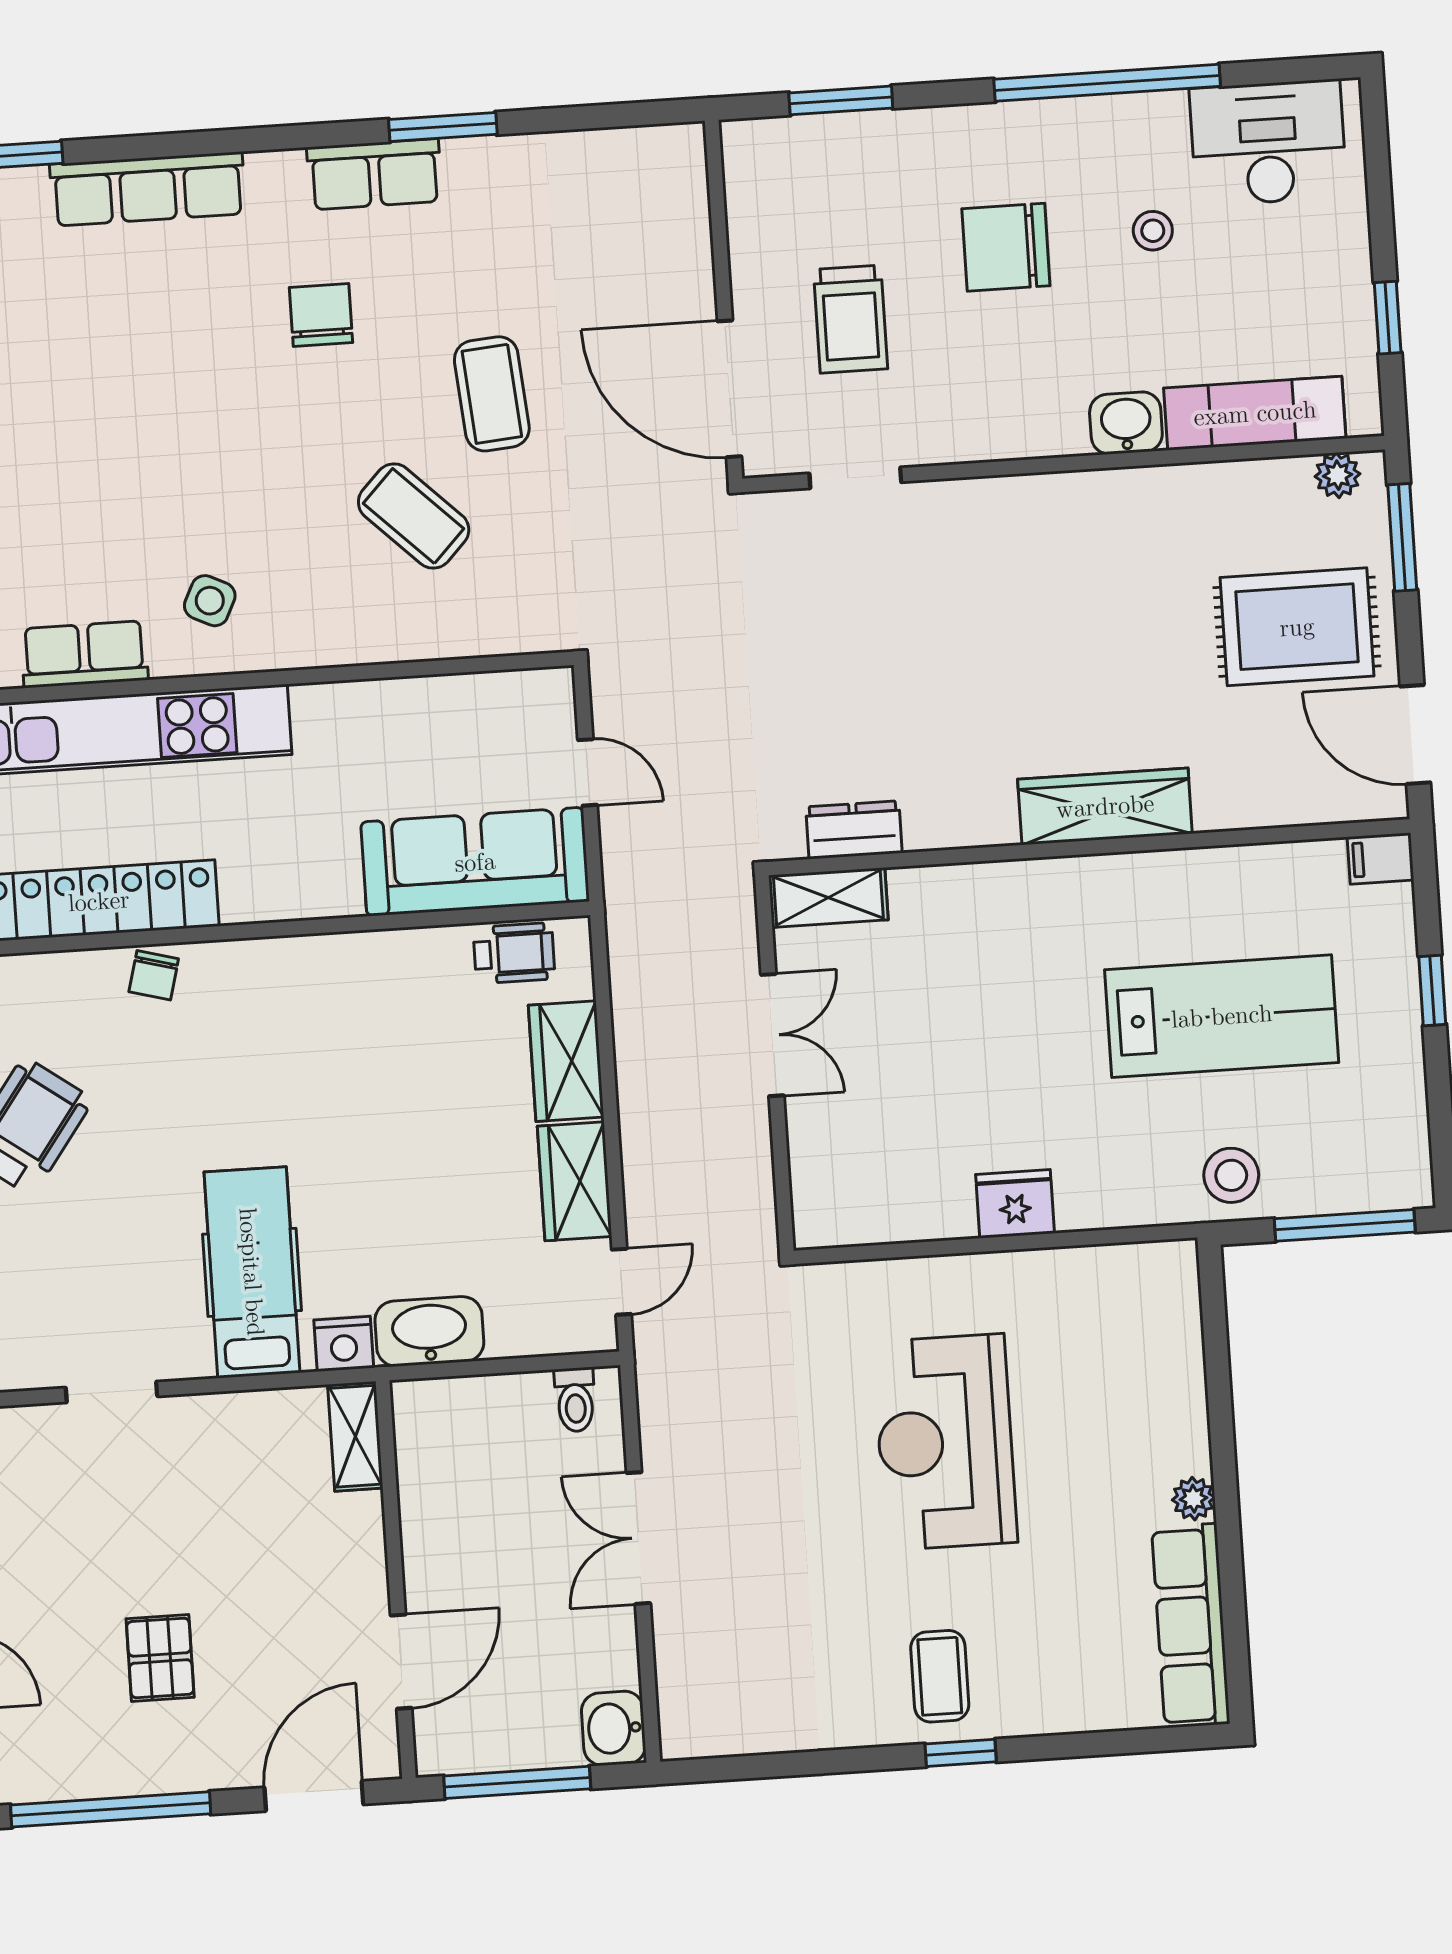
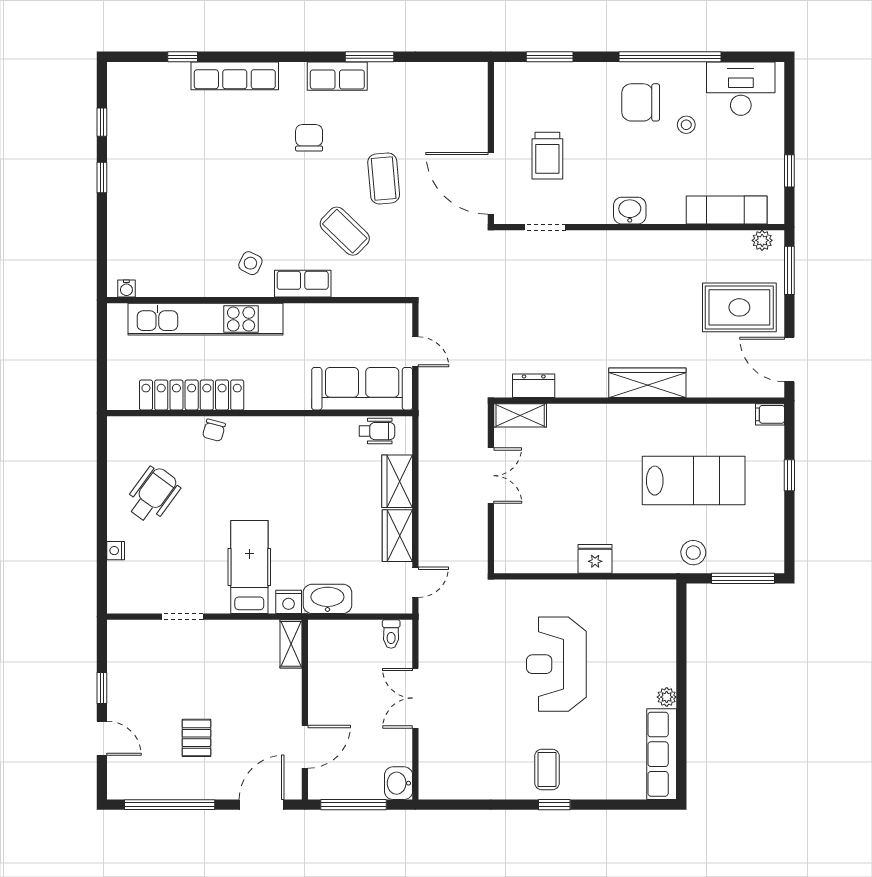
chair: (1006, 247) -> (641, 102), moved
washbasin: (1126, 423) -> (630, 211), moved
row of seats: (84, 654) -> (303, 284), moved

